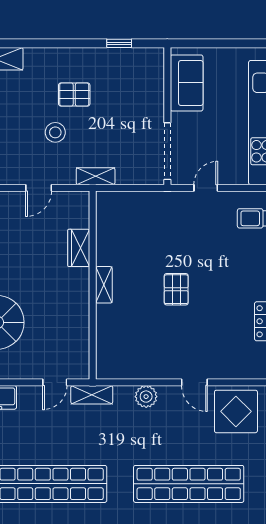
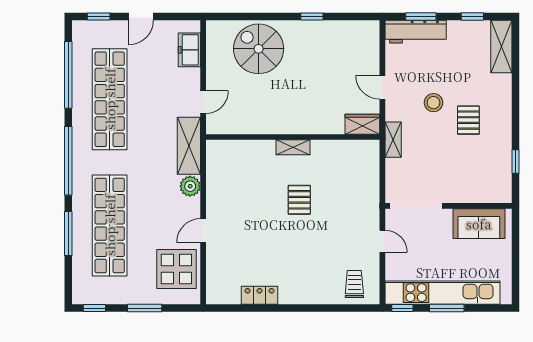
wardrobe: (79, 248) -> (362, 124), moved
pallet: (176, 289) -> (299, 200), moved, turned 90
door: (55, 382) -> (203, 102), swing flipped
shelving: (92, 395) -> (189, 146), width x1.50, depth x1.33

